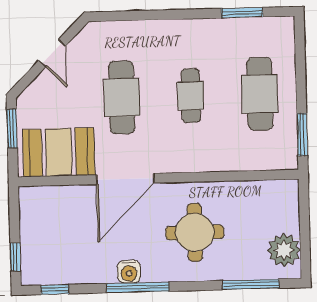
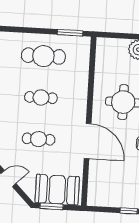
cafe table: (122, 97) -> (39, 139), width x0.73, depth x0.74
booth: (59, 152) -> (57, 190), moved, turned 90

